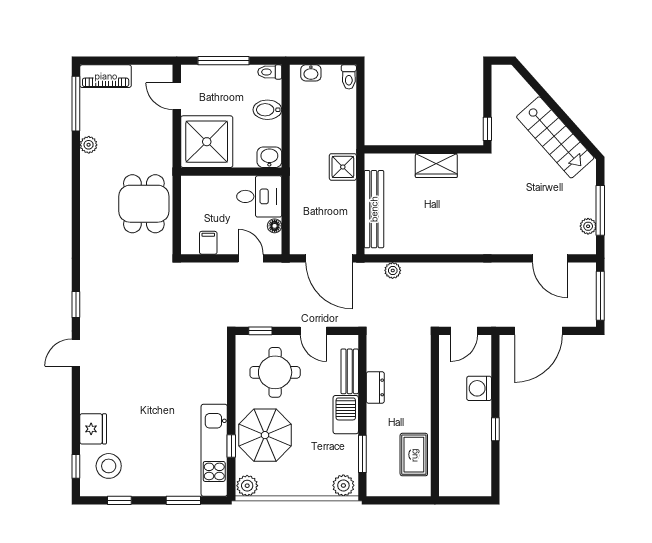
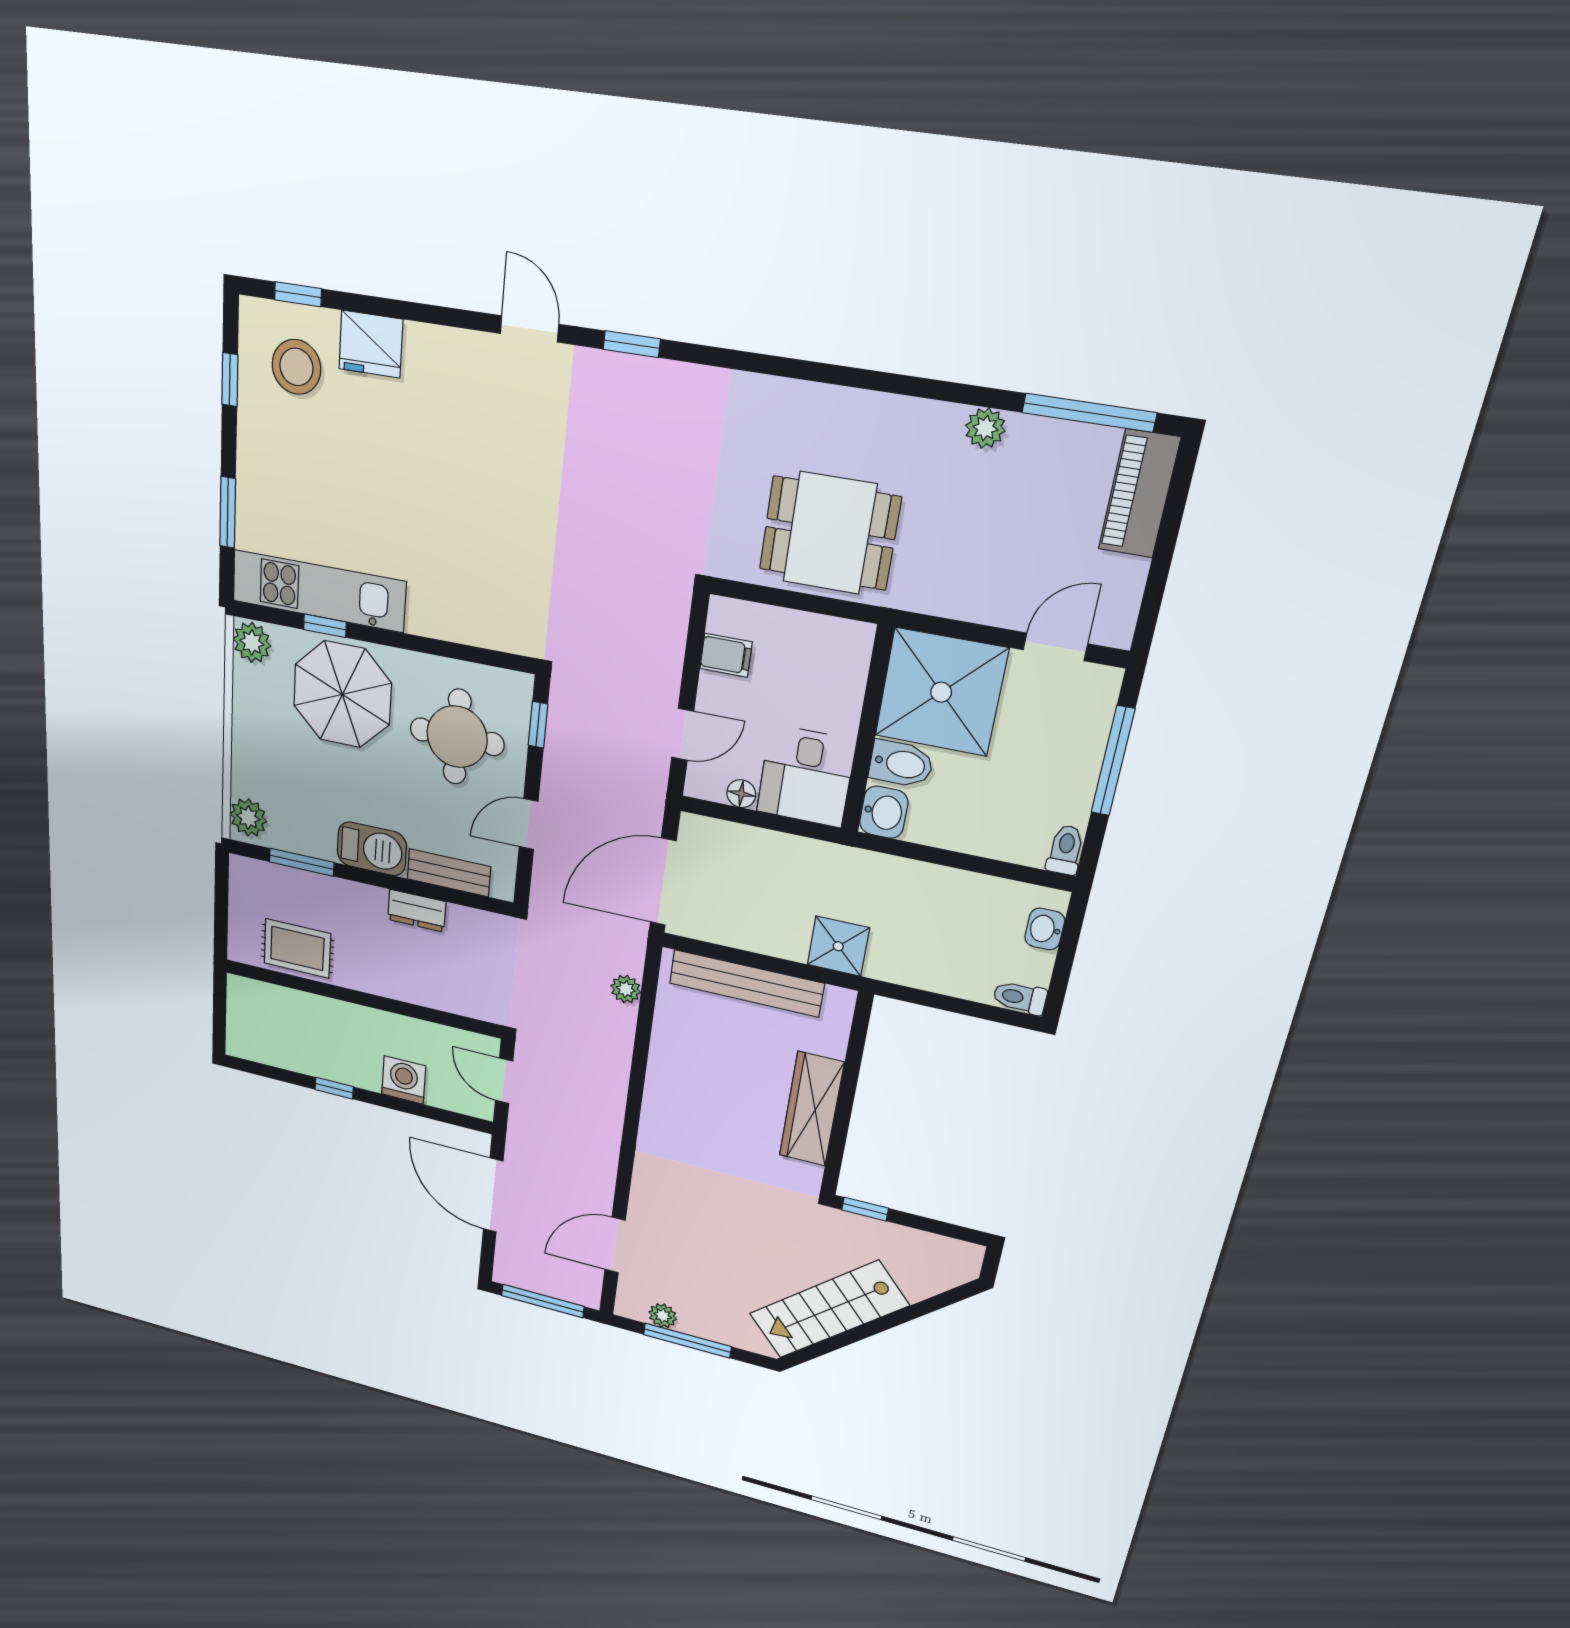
bidet: (267, 110) -> (901, 764), moved, turned 90
wardrobe: (436, 166) -> (812, 1109), width x1.50

